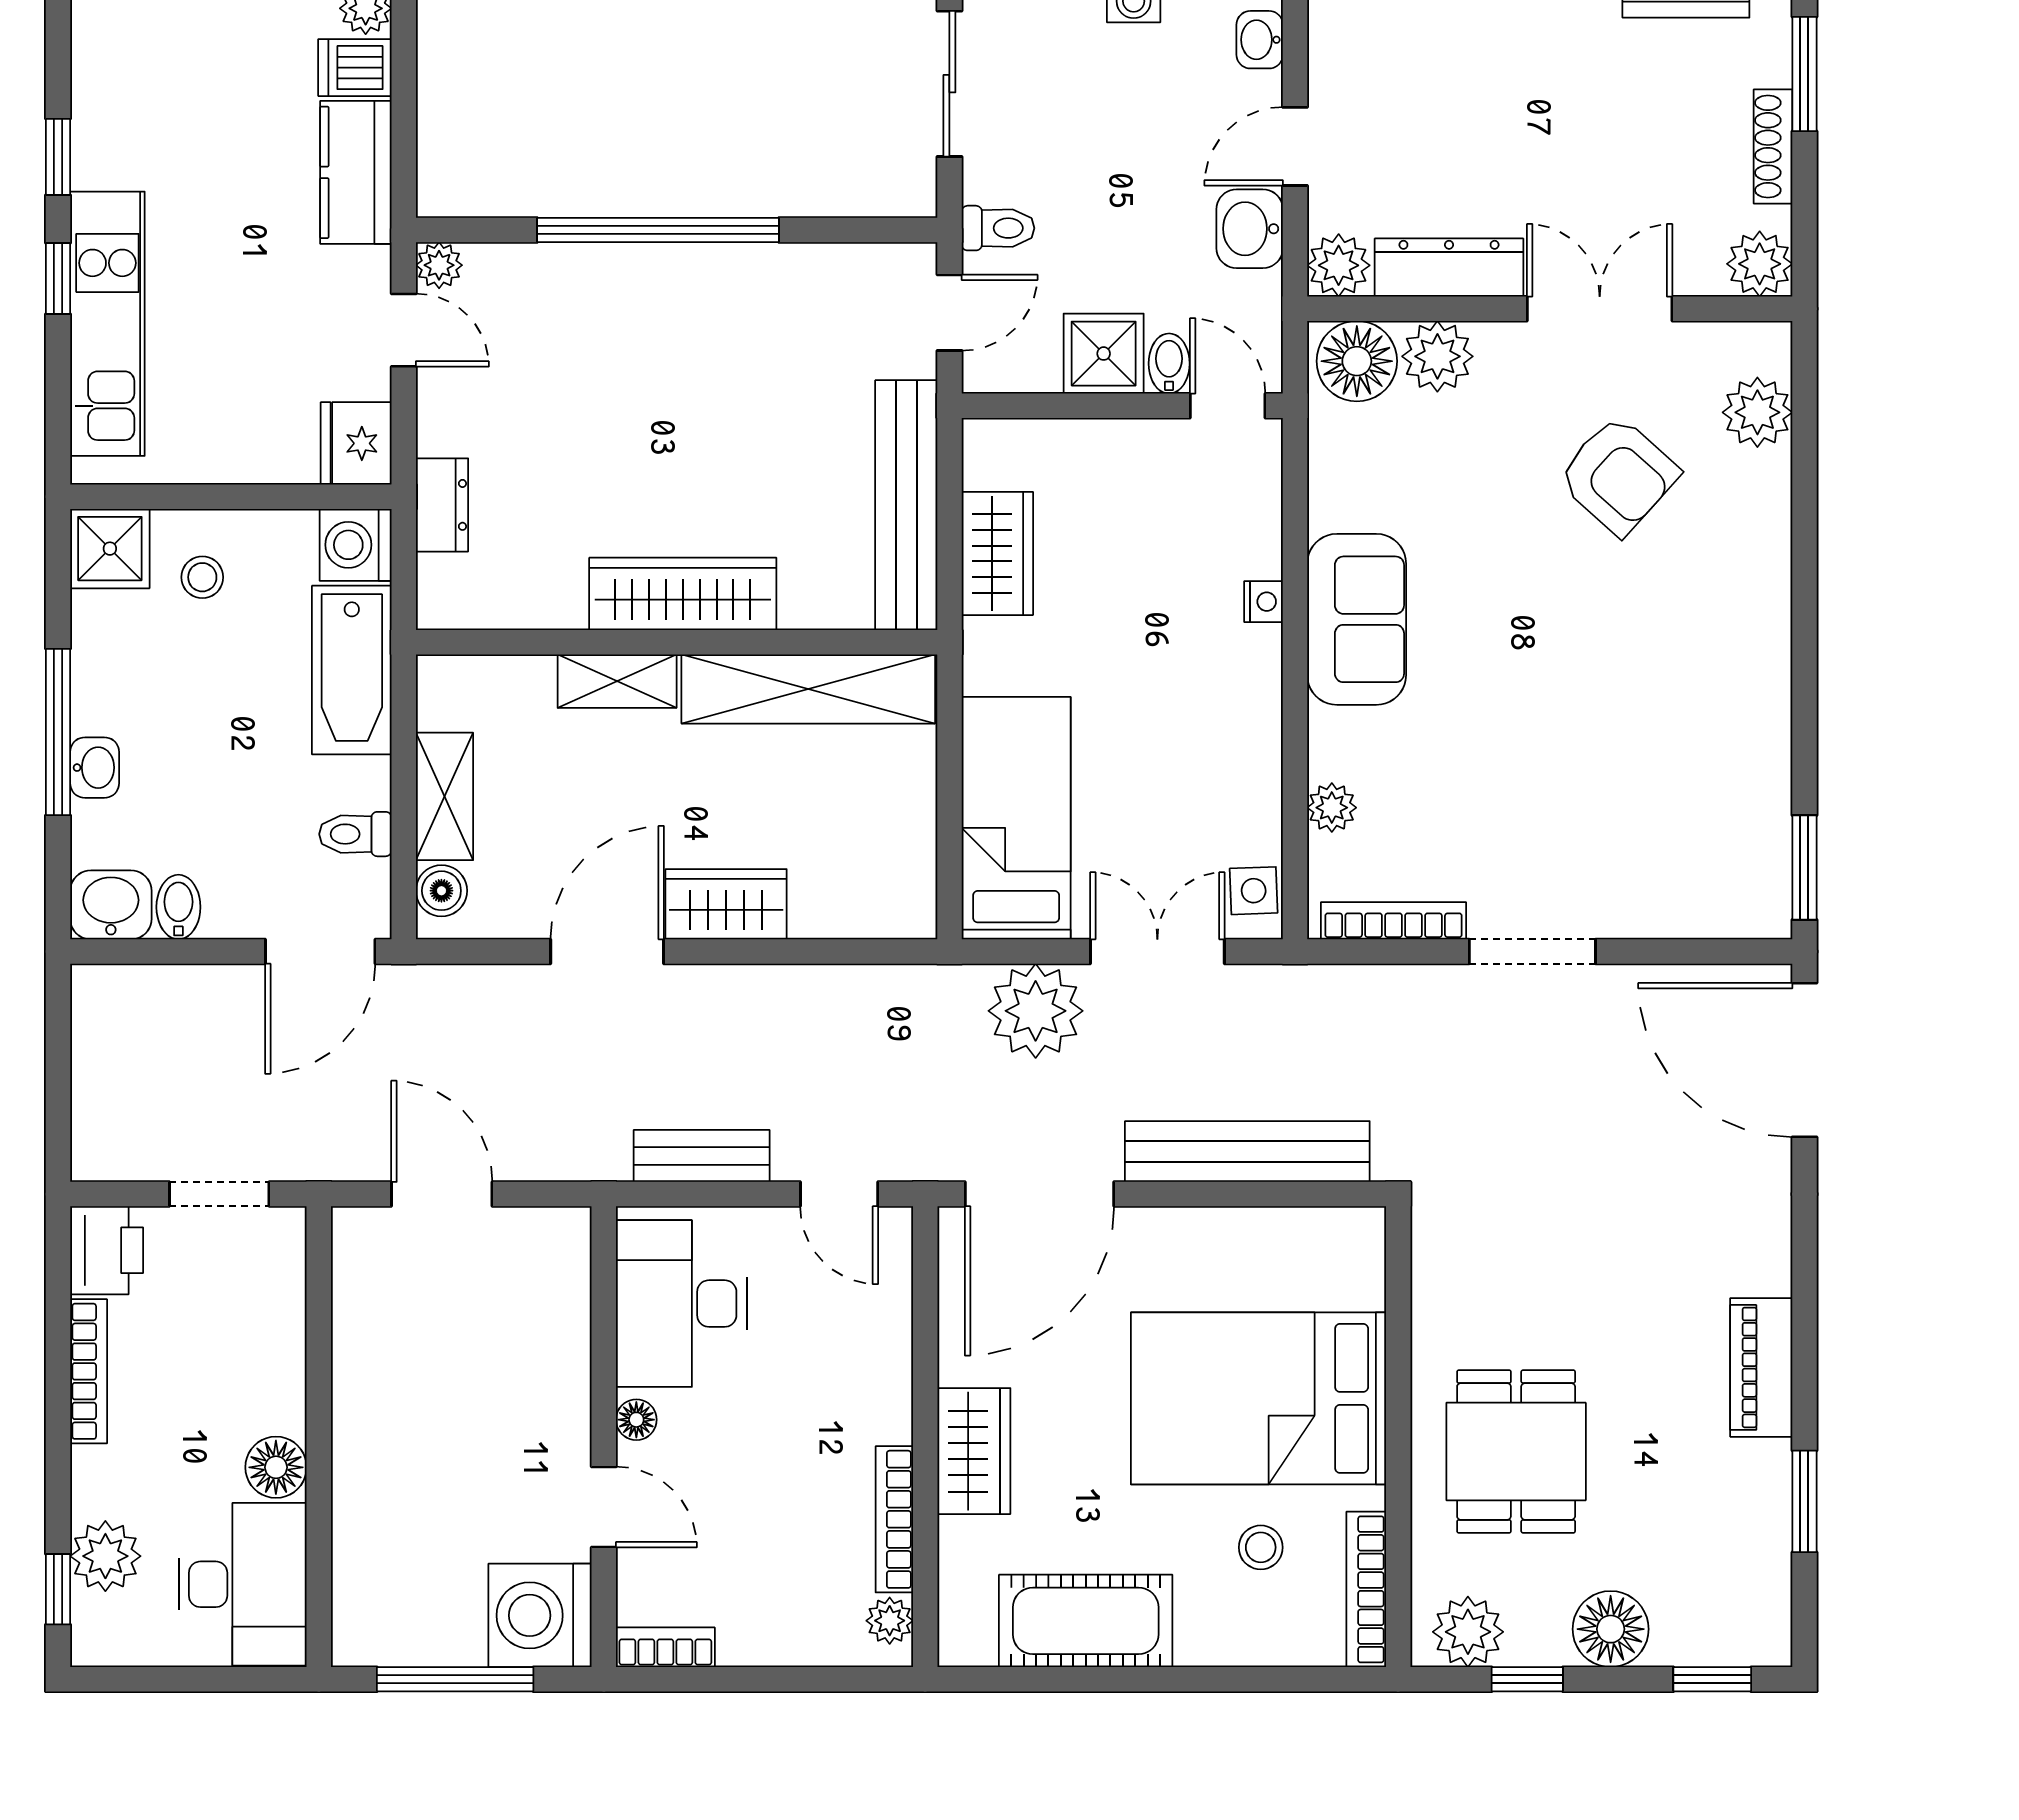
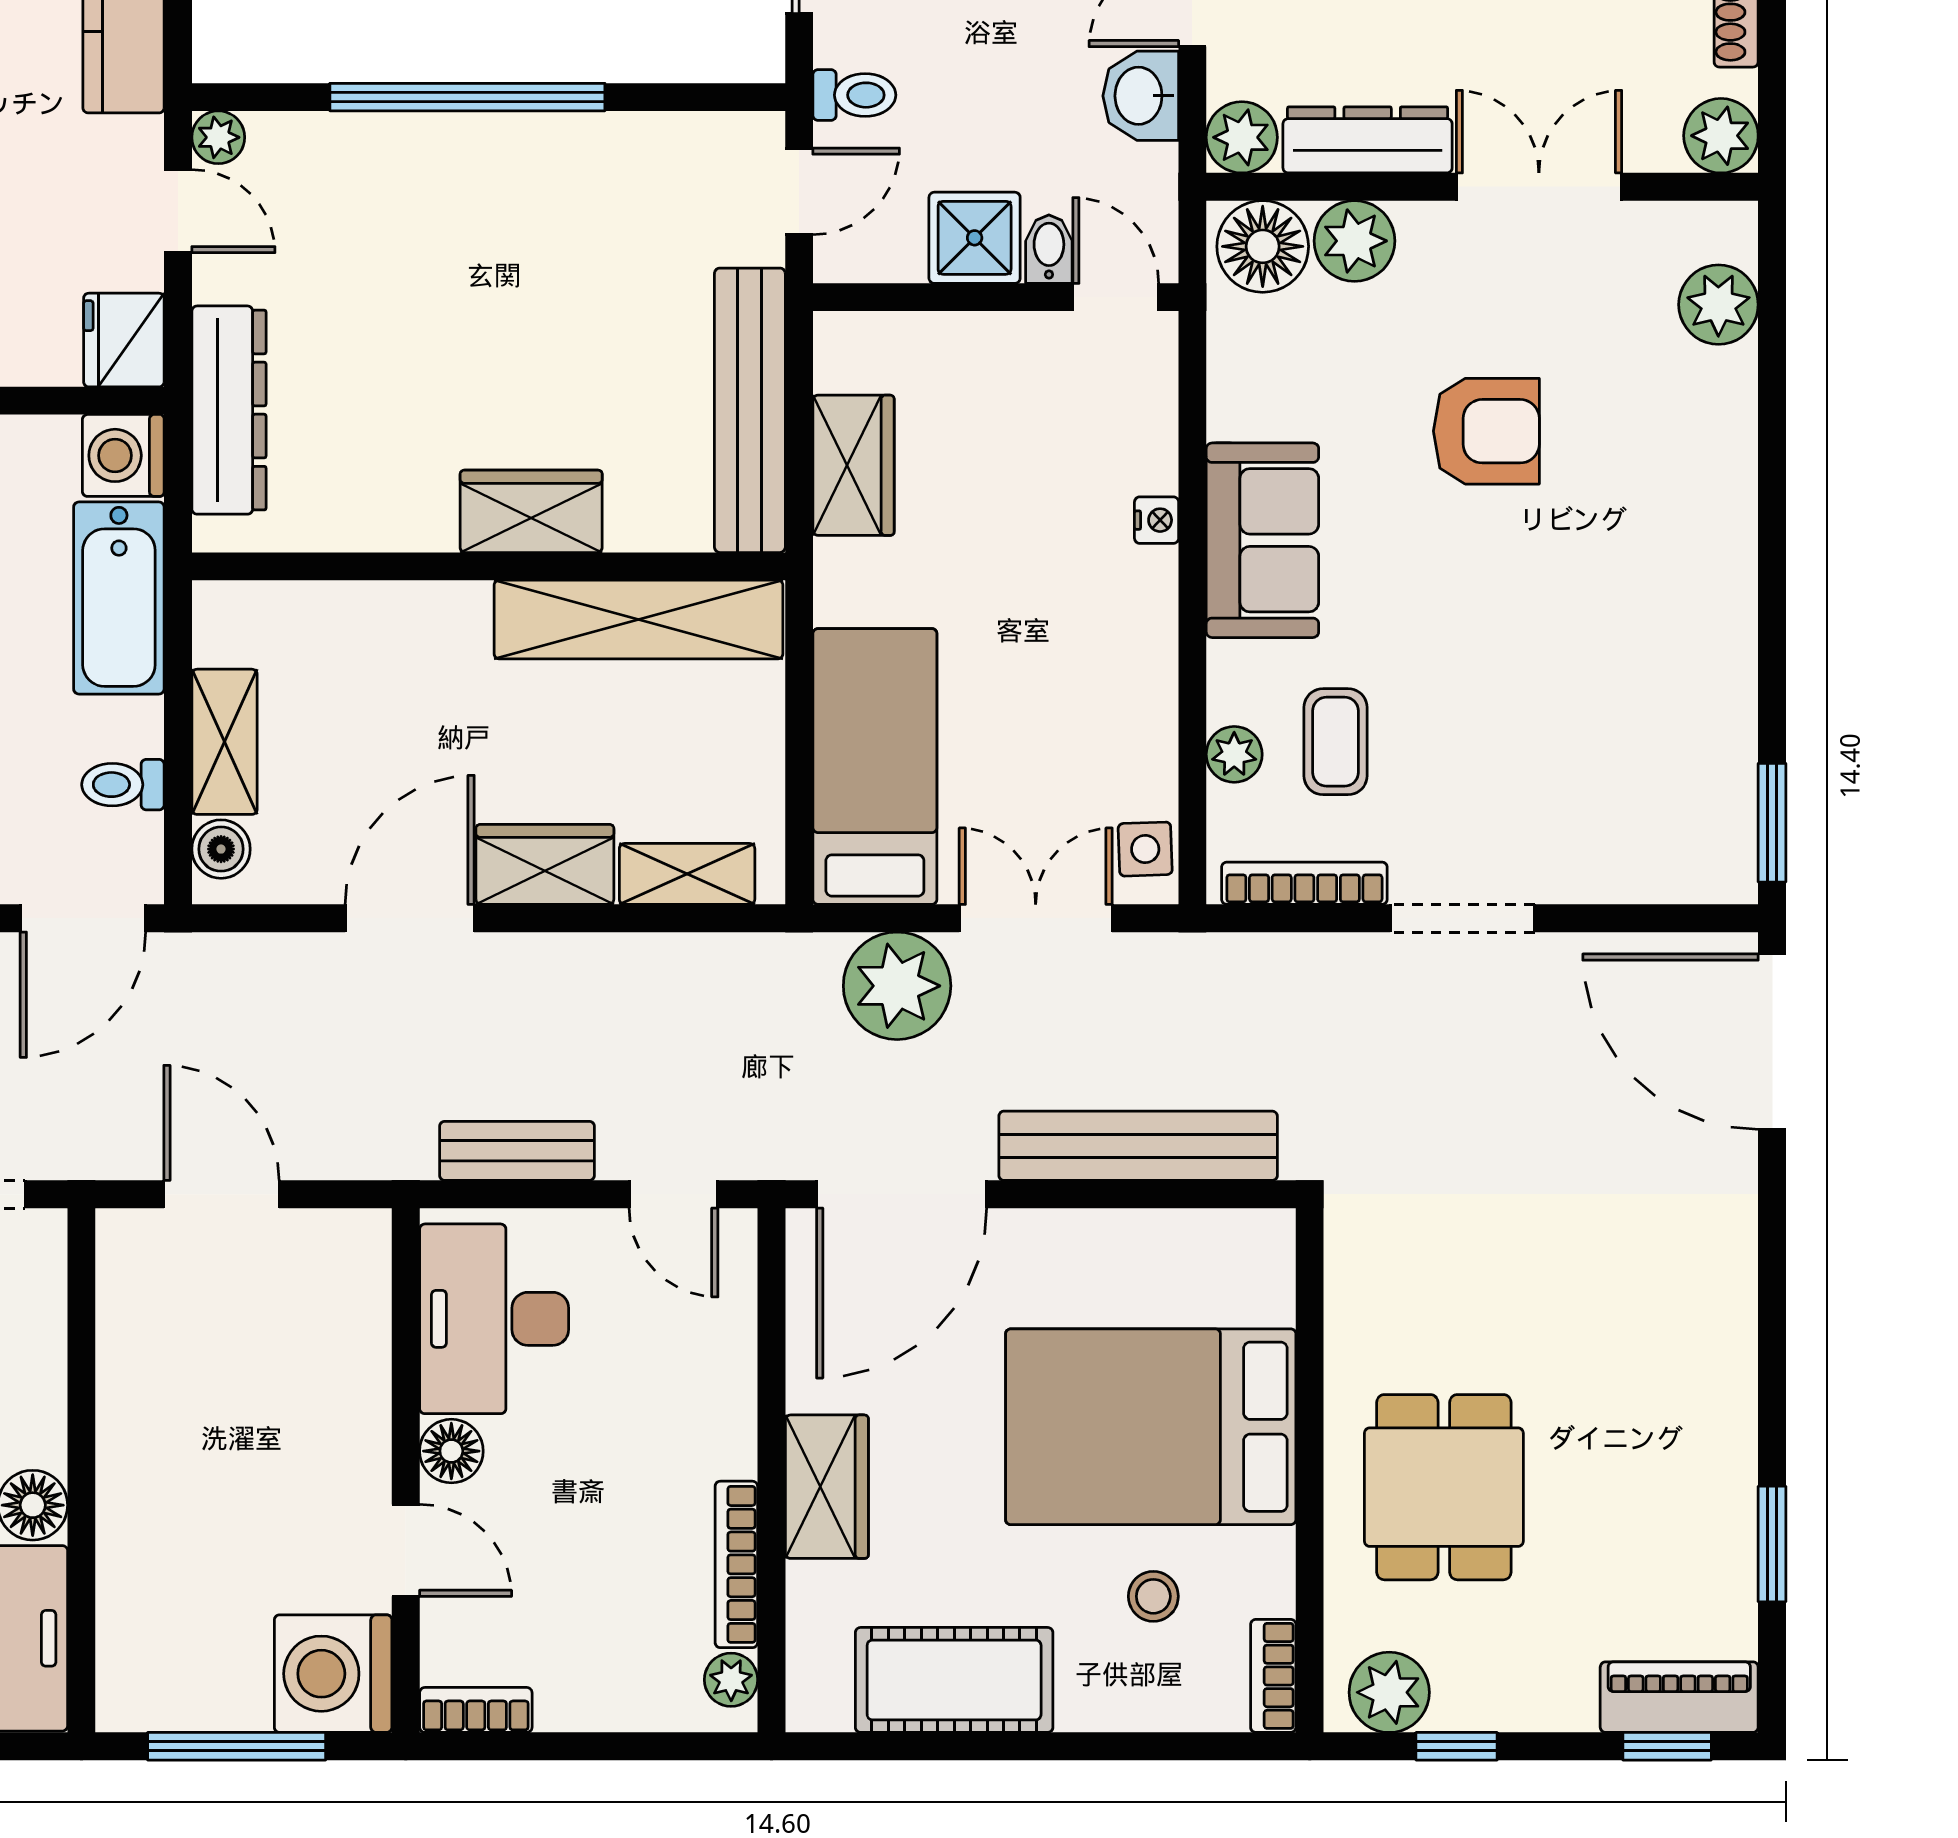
armchair: (1618, 475) -> (1486, 431), moved, turned -42
dresser: (442, 505) -> (229, 410), width x1.96, depth x1.24
wardrobe: (683, 594) -> (531, 511), width x0.67
shelving: (617, 681) -> (687, 874), moved
coffee table: (1421, 796) -> (1336, 742), added
piano: (1761, 1367) -> (1679, 1697), moved, turned 90
floor lamp: (636, 1420) -> (451, 1451), width x1.37, depth x1.37
bookcase: (1366, 1589) -> (1273, 1676), width x0.64
floor lamp: (1611, 1629) -> (1551, 1689), removed

